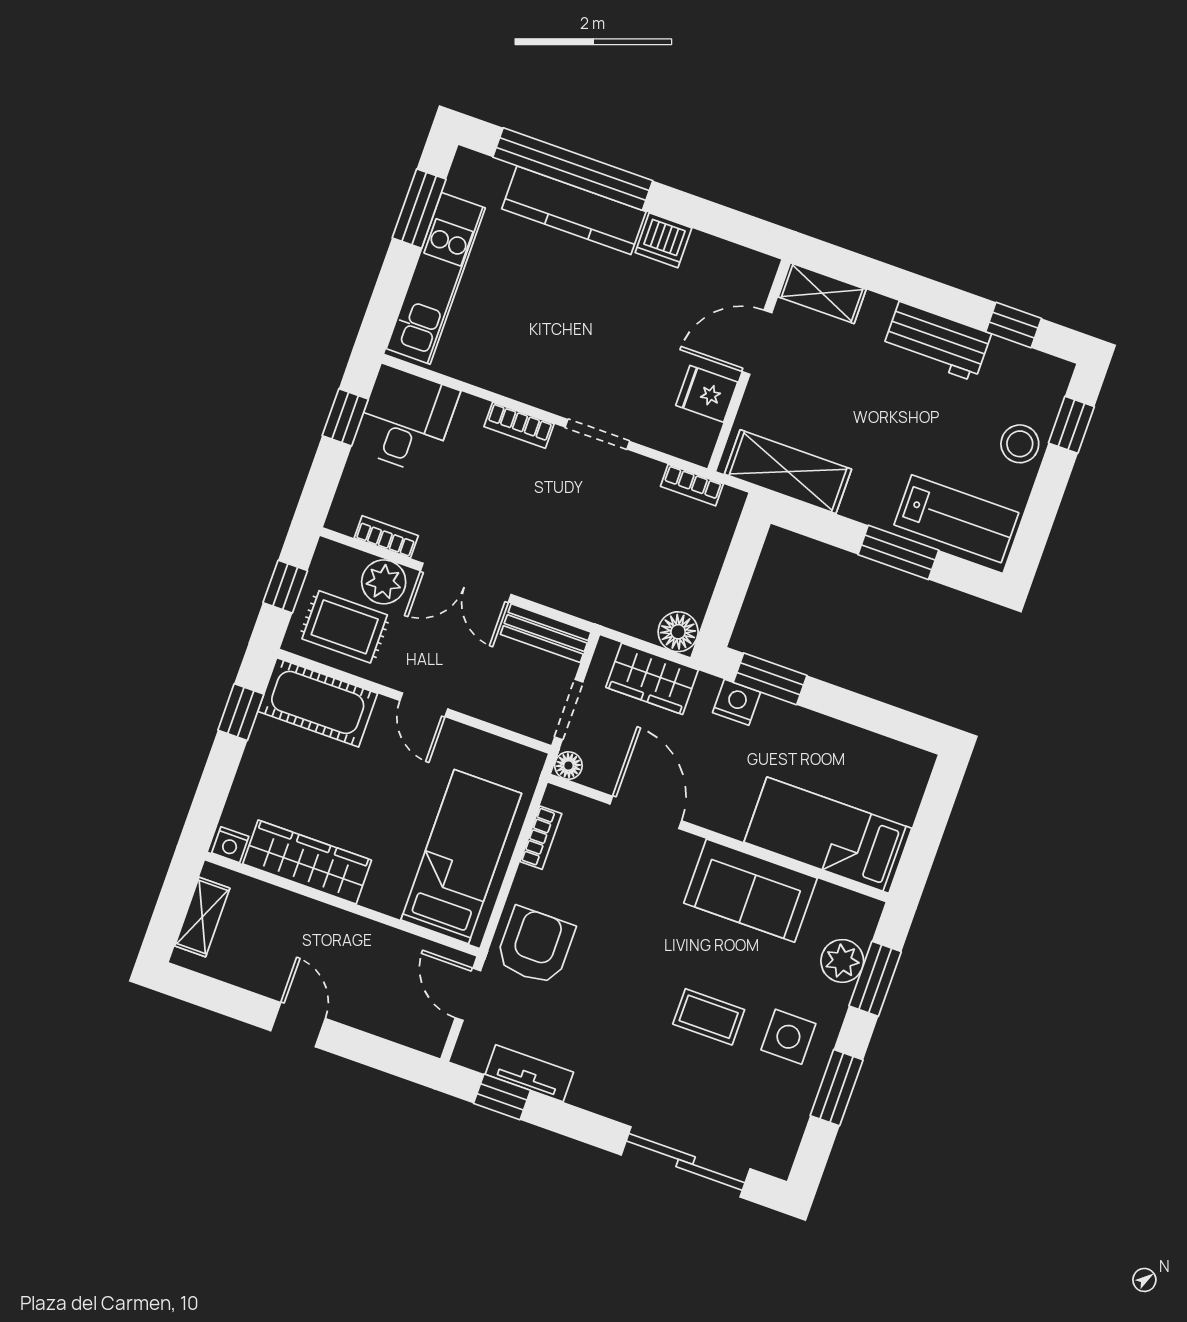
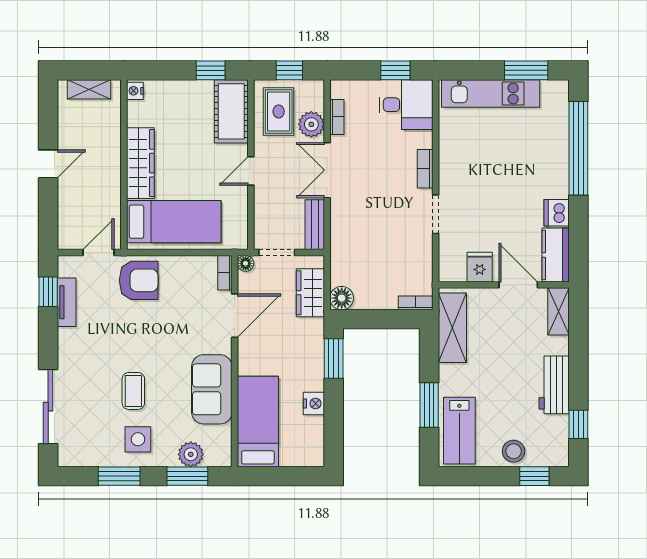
kitchen counter: (574, 210) -> (556, 255), moved, width x0.67
bookcase: (692, 485) -> (416, 303), moved, turned 90
nightstand: (737, 702) -> (314, 404), moved
bookcase: (541, 838) -> (225, 273), moved, turned 90
wardrobe: (307, 862) -> (140, 163), moved

